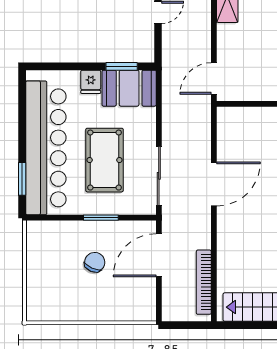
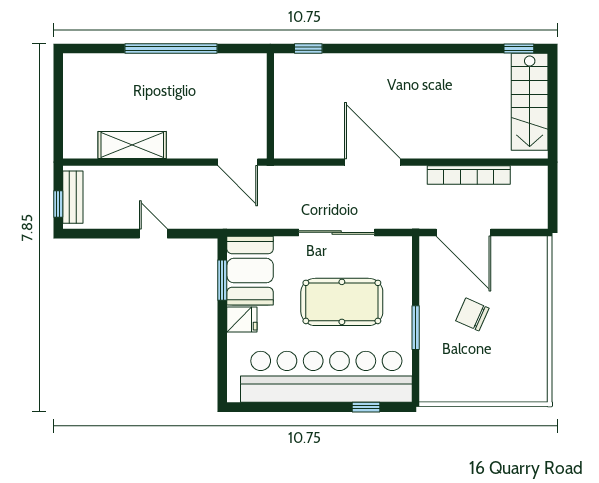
sliding door: (159, 176) -> (337, 232), moved
window: (22, 179) -> (366, 407), width x0.67
window: (101, 218) -> (416, 328), moved
bookcase: (204, 282) -> (469, 175), moved

